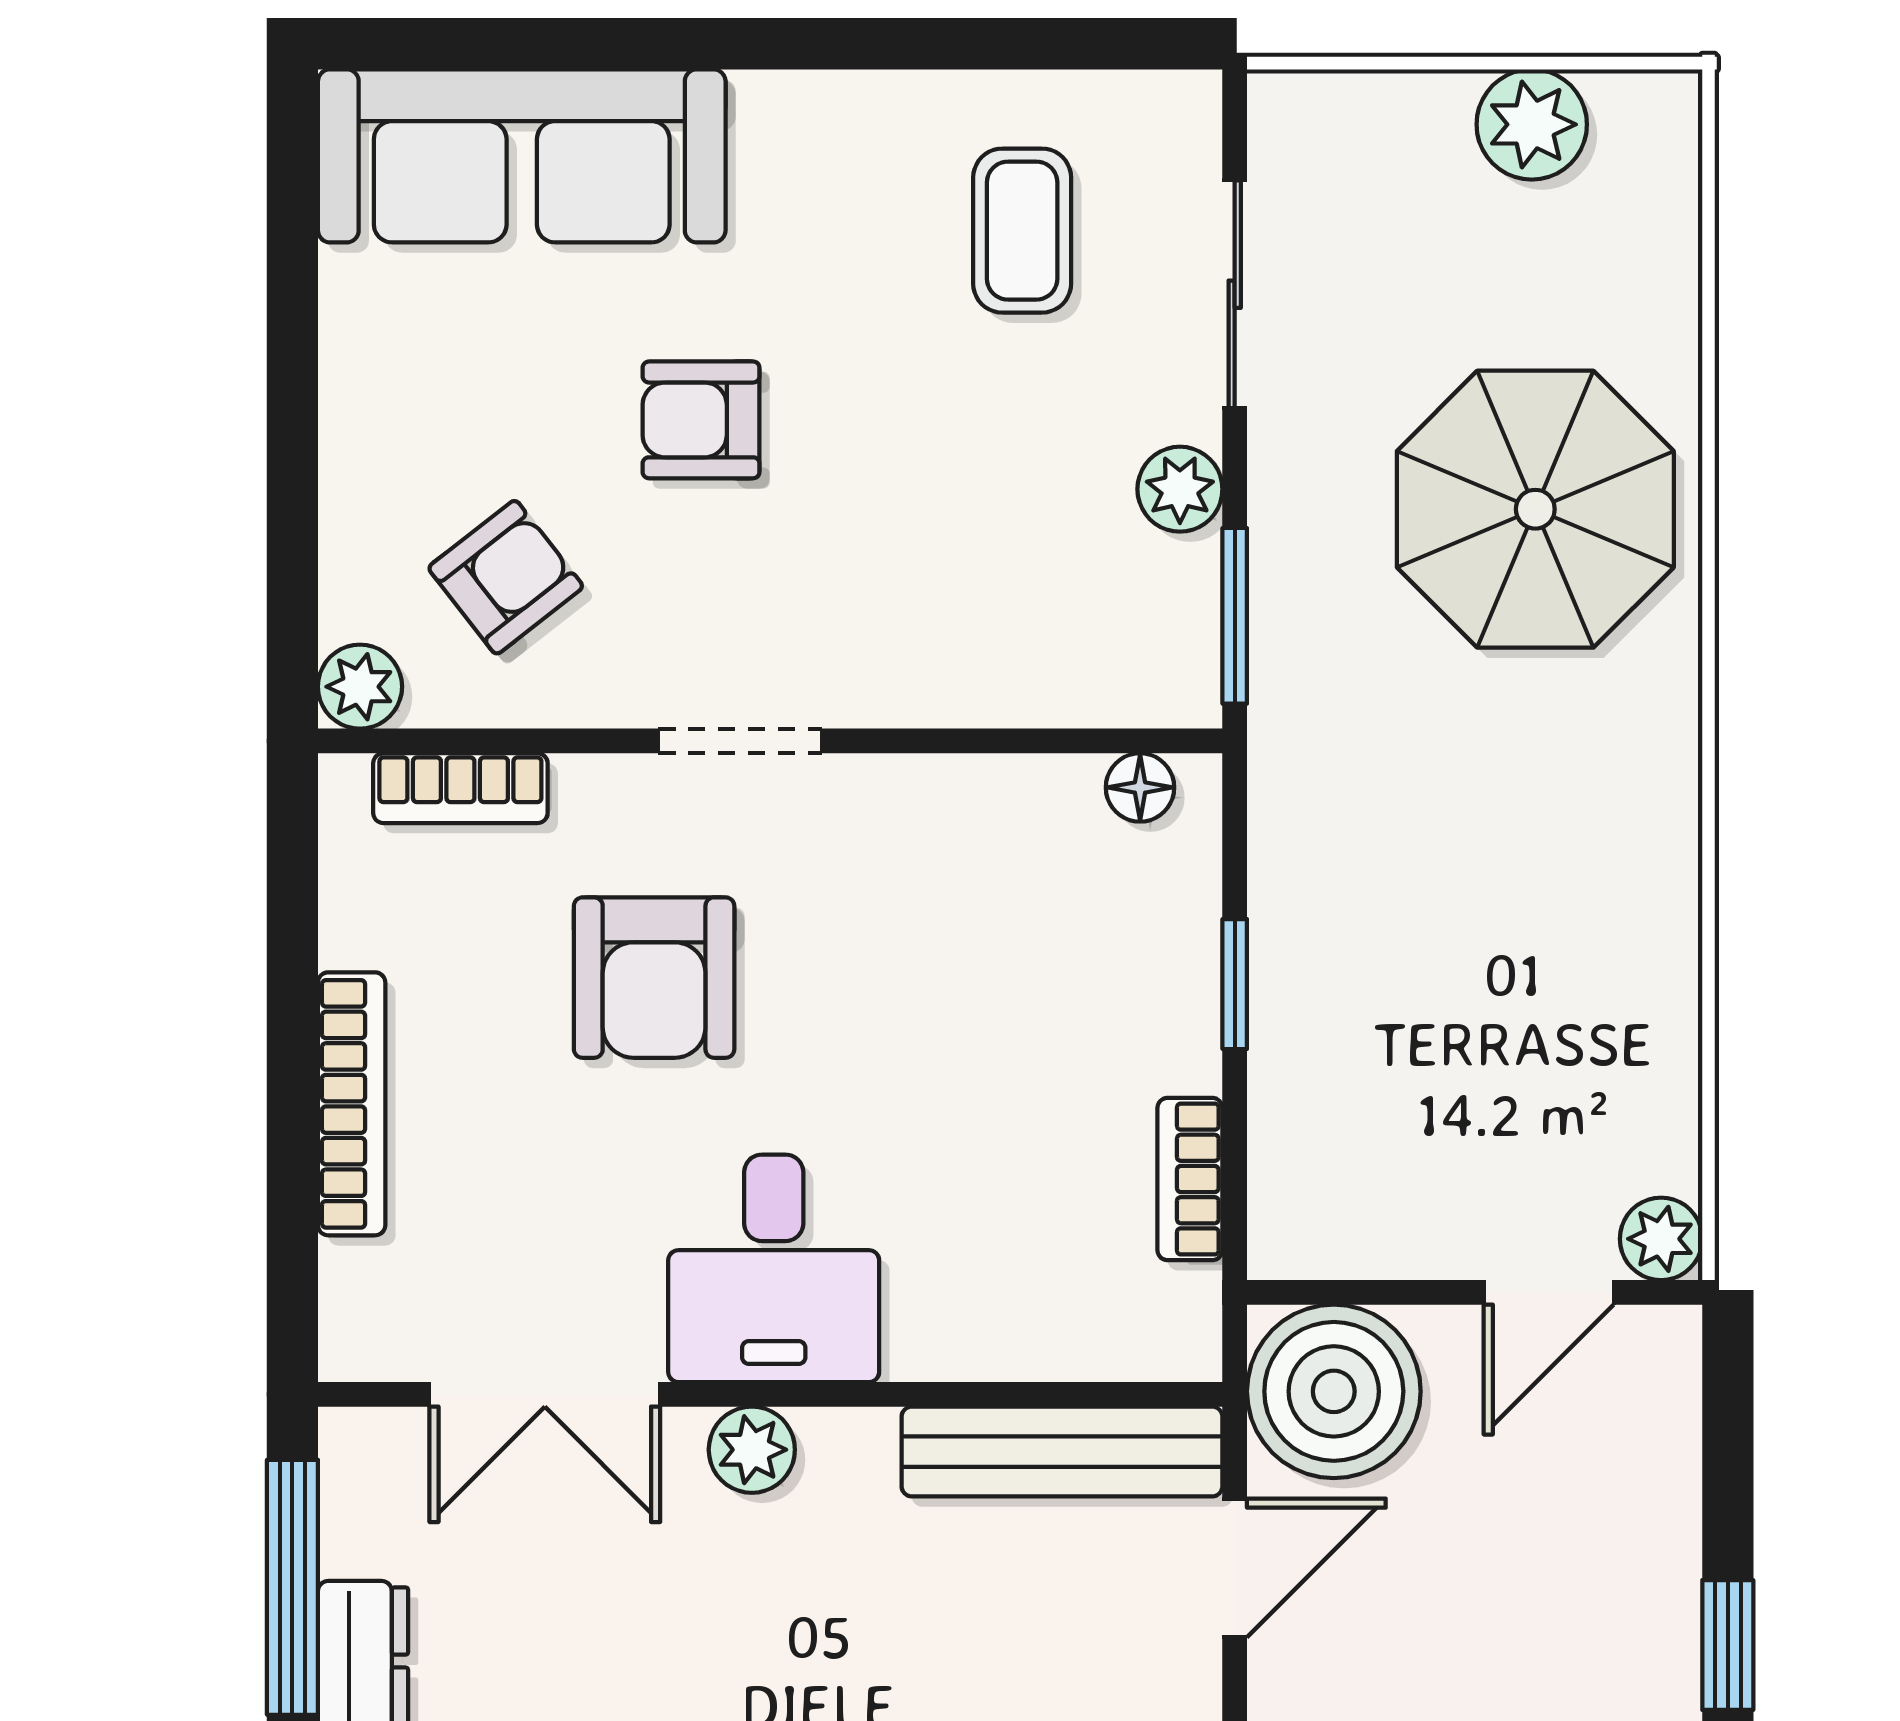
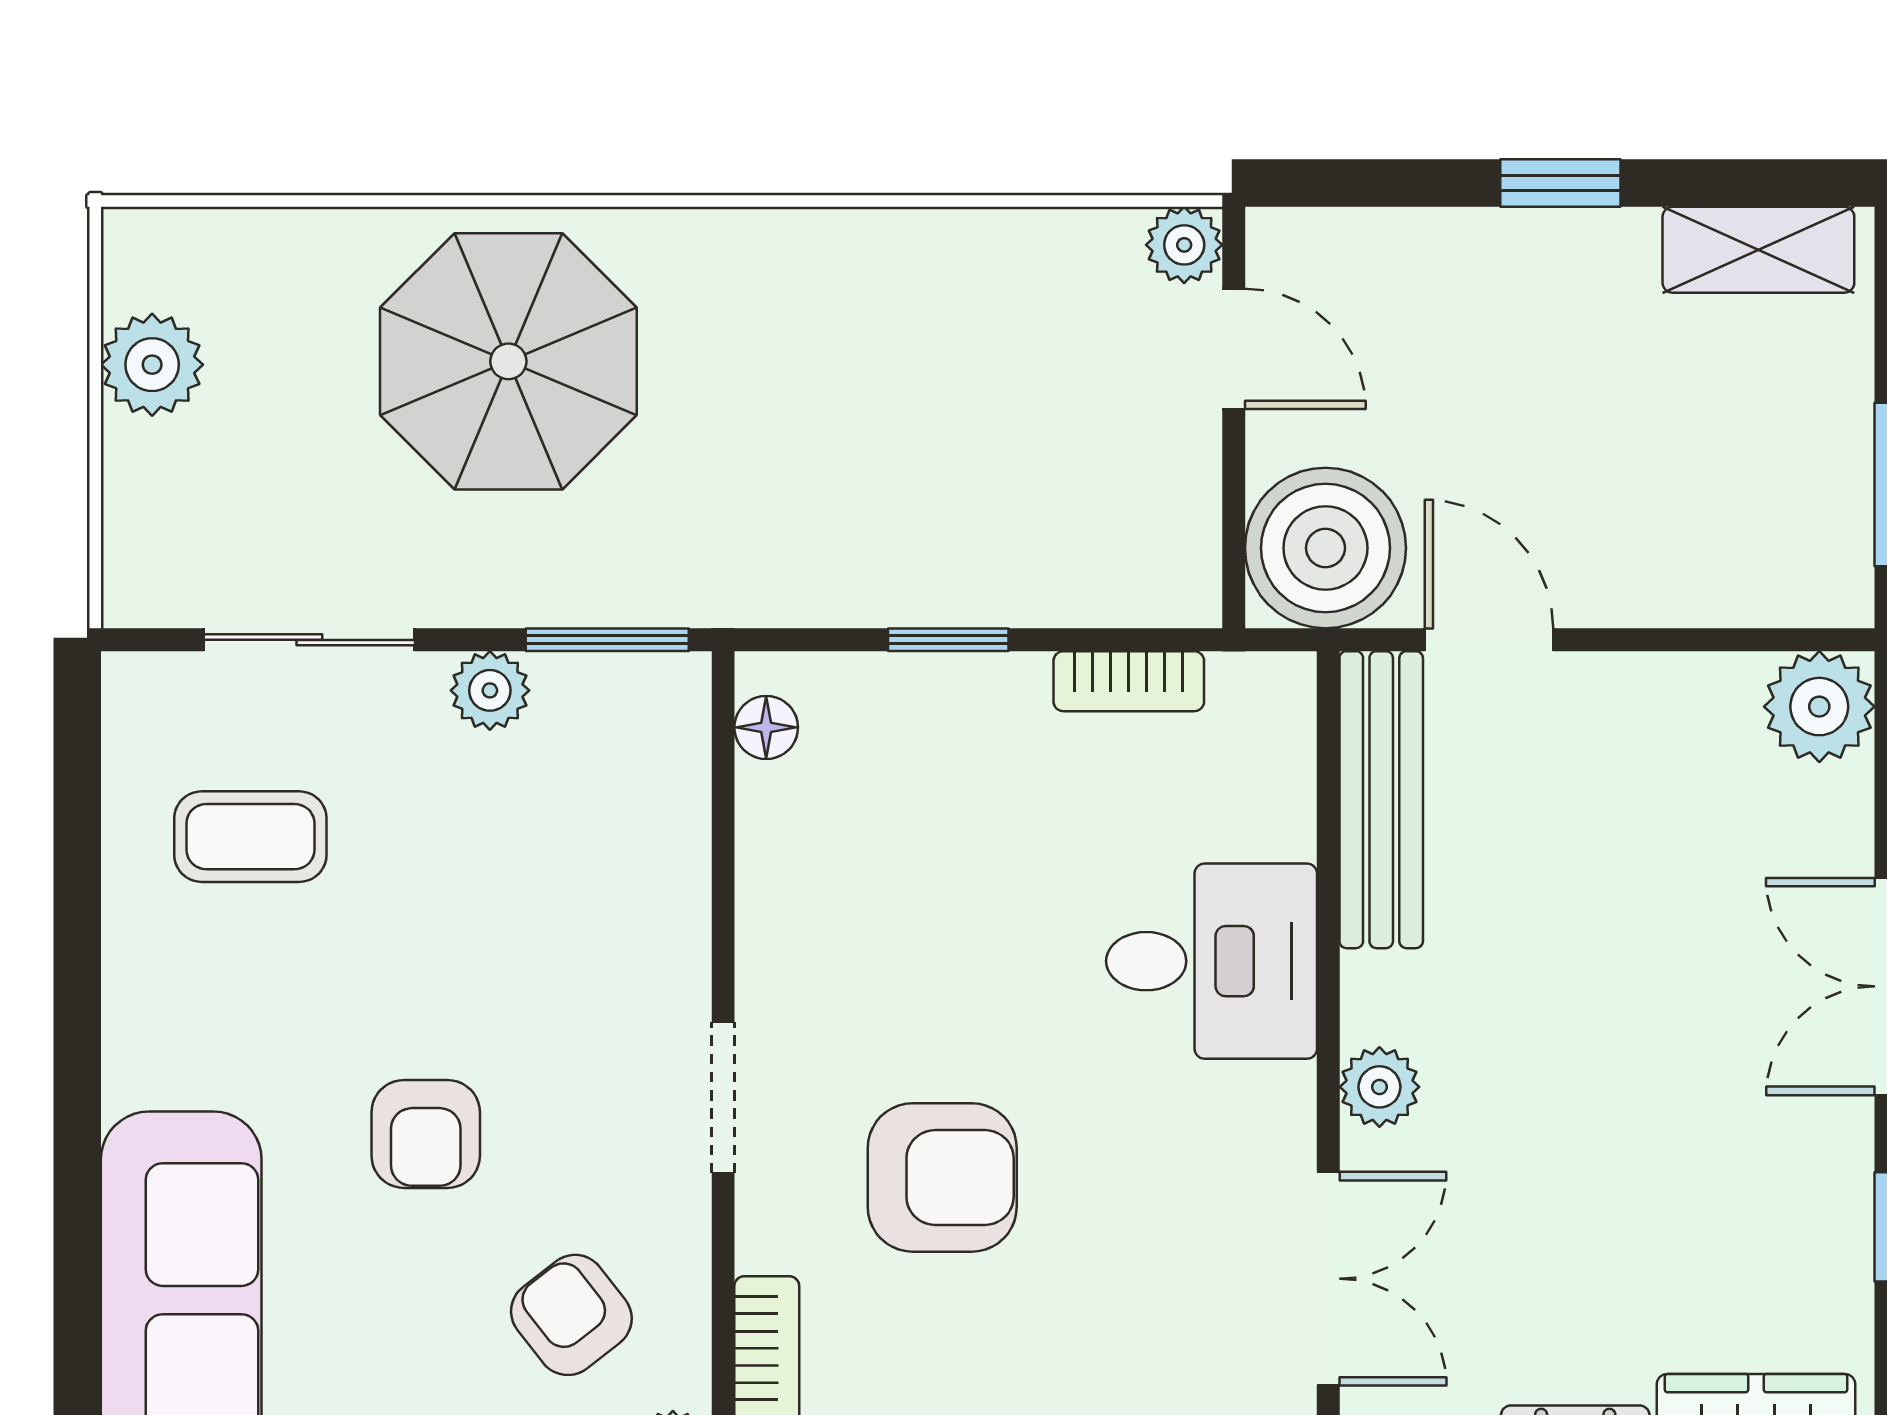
desk: (774, 1268) -> (1212, 961), moved

